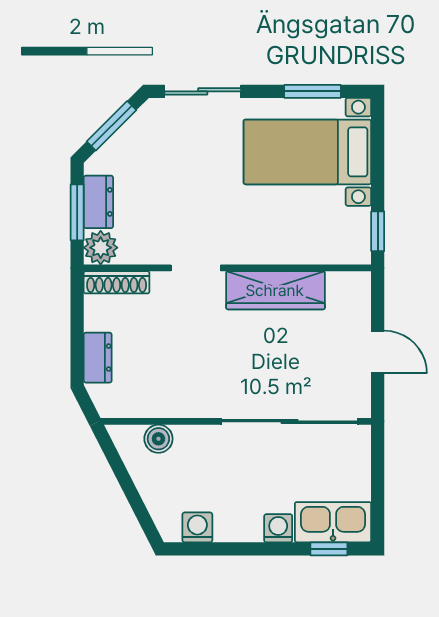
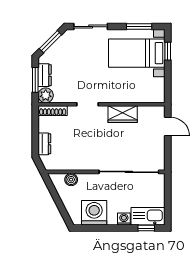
window: (378, 231) -> (168, 51), moved
wardrobe: (275, 290) -> (123, 114), width x0.67
door: (378, 352) -> (168, 127), moved
washing machine: (197, 527) -> (94, 213), width x1.89, depth x1.89

